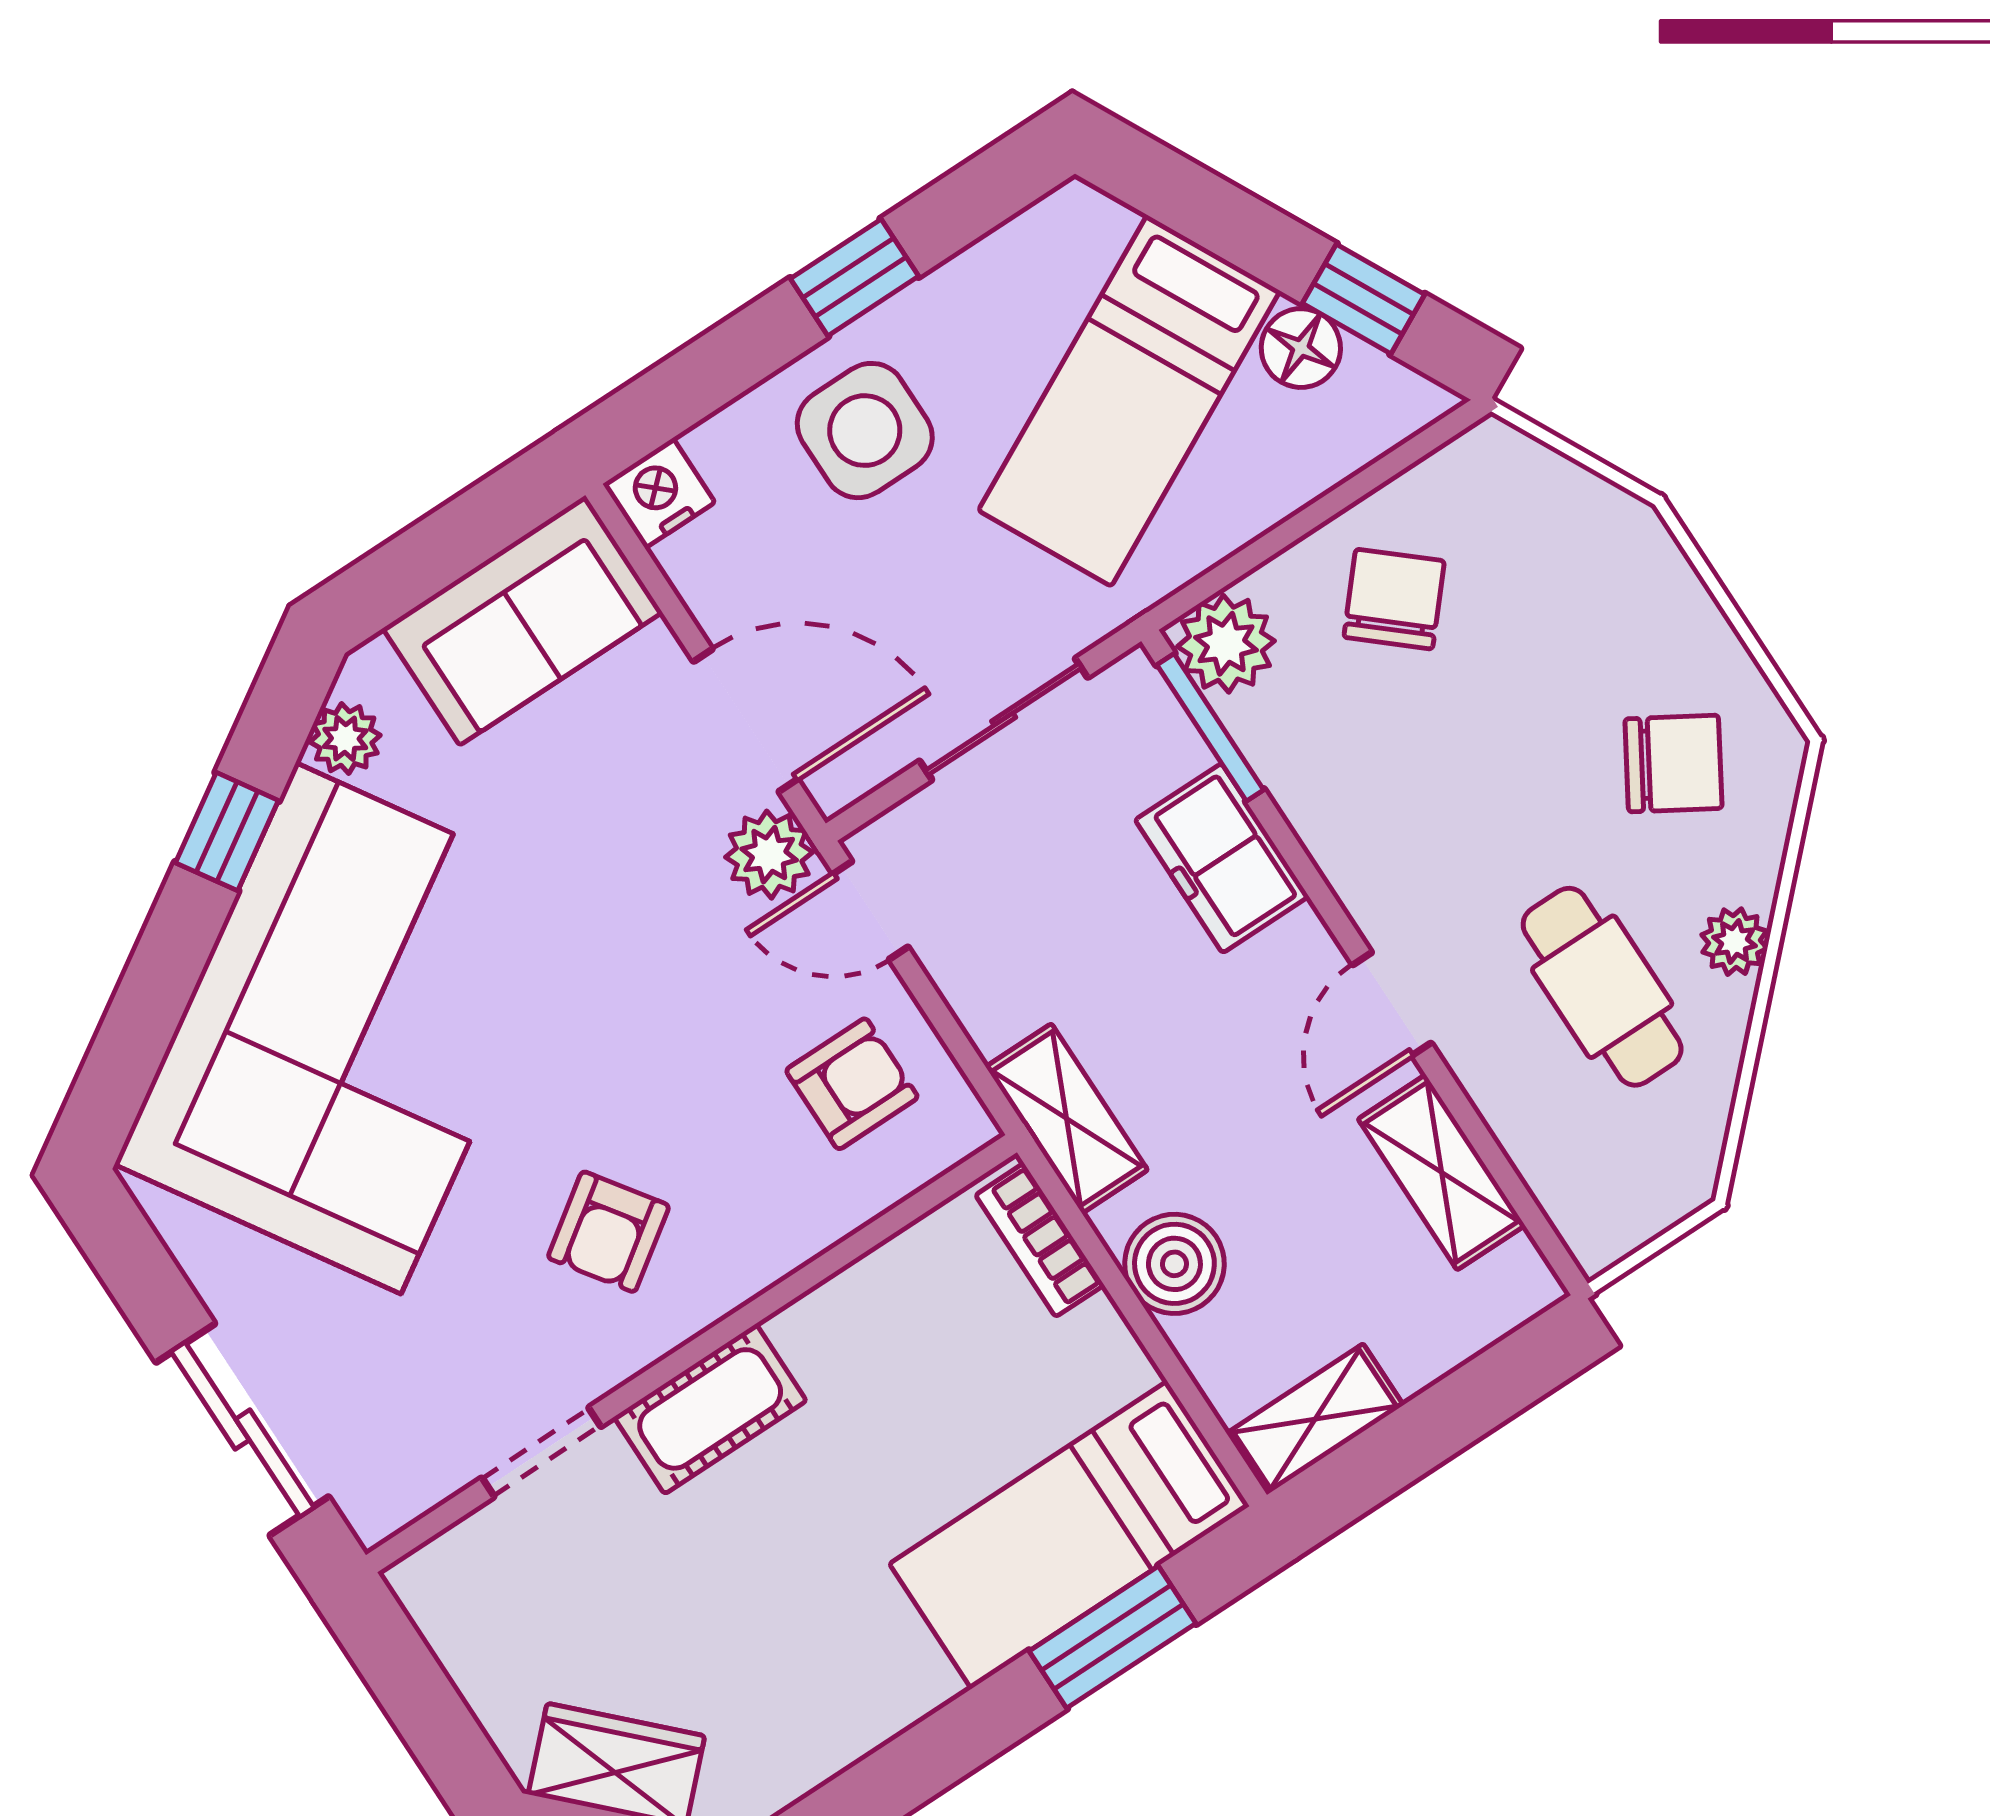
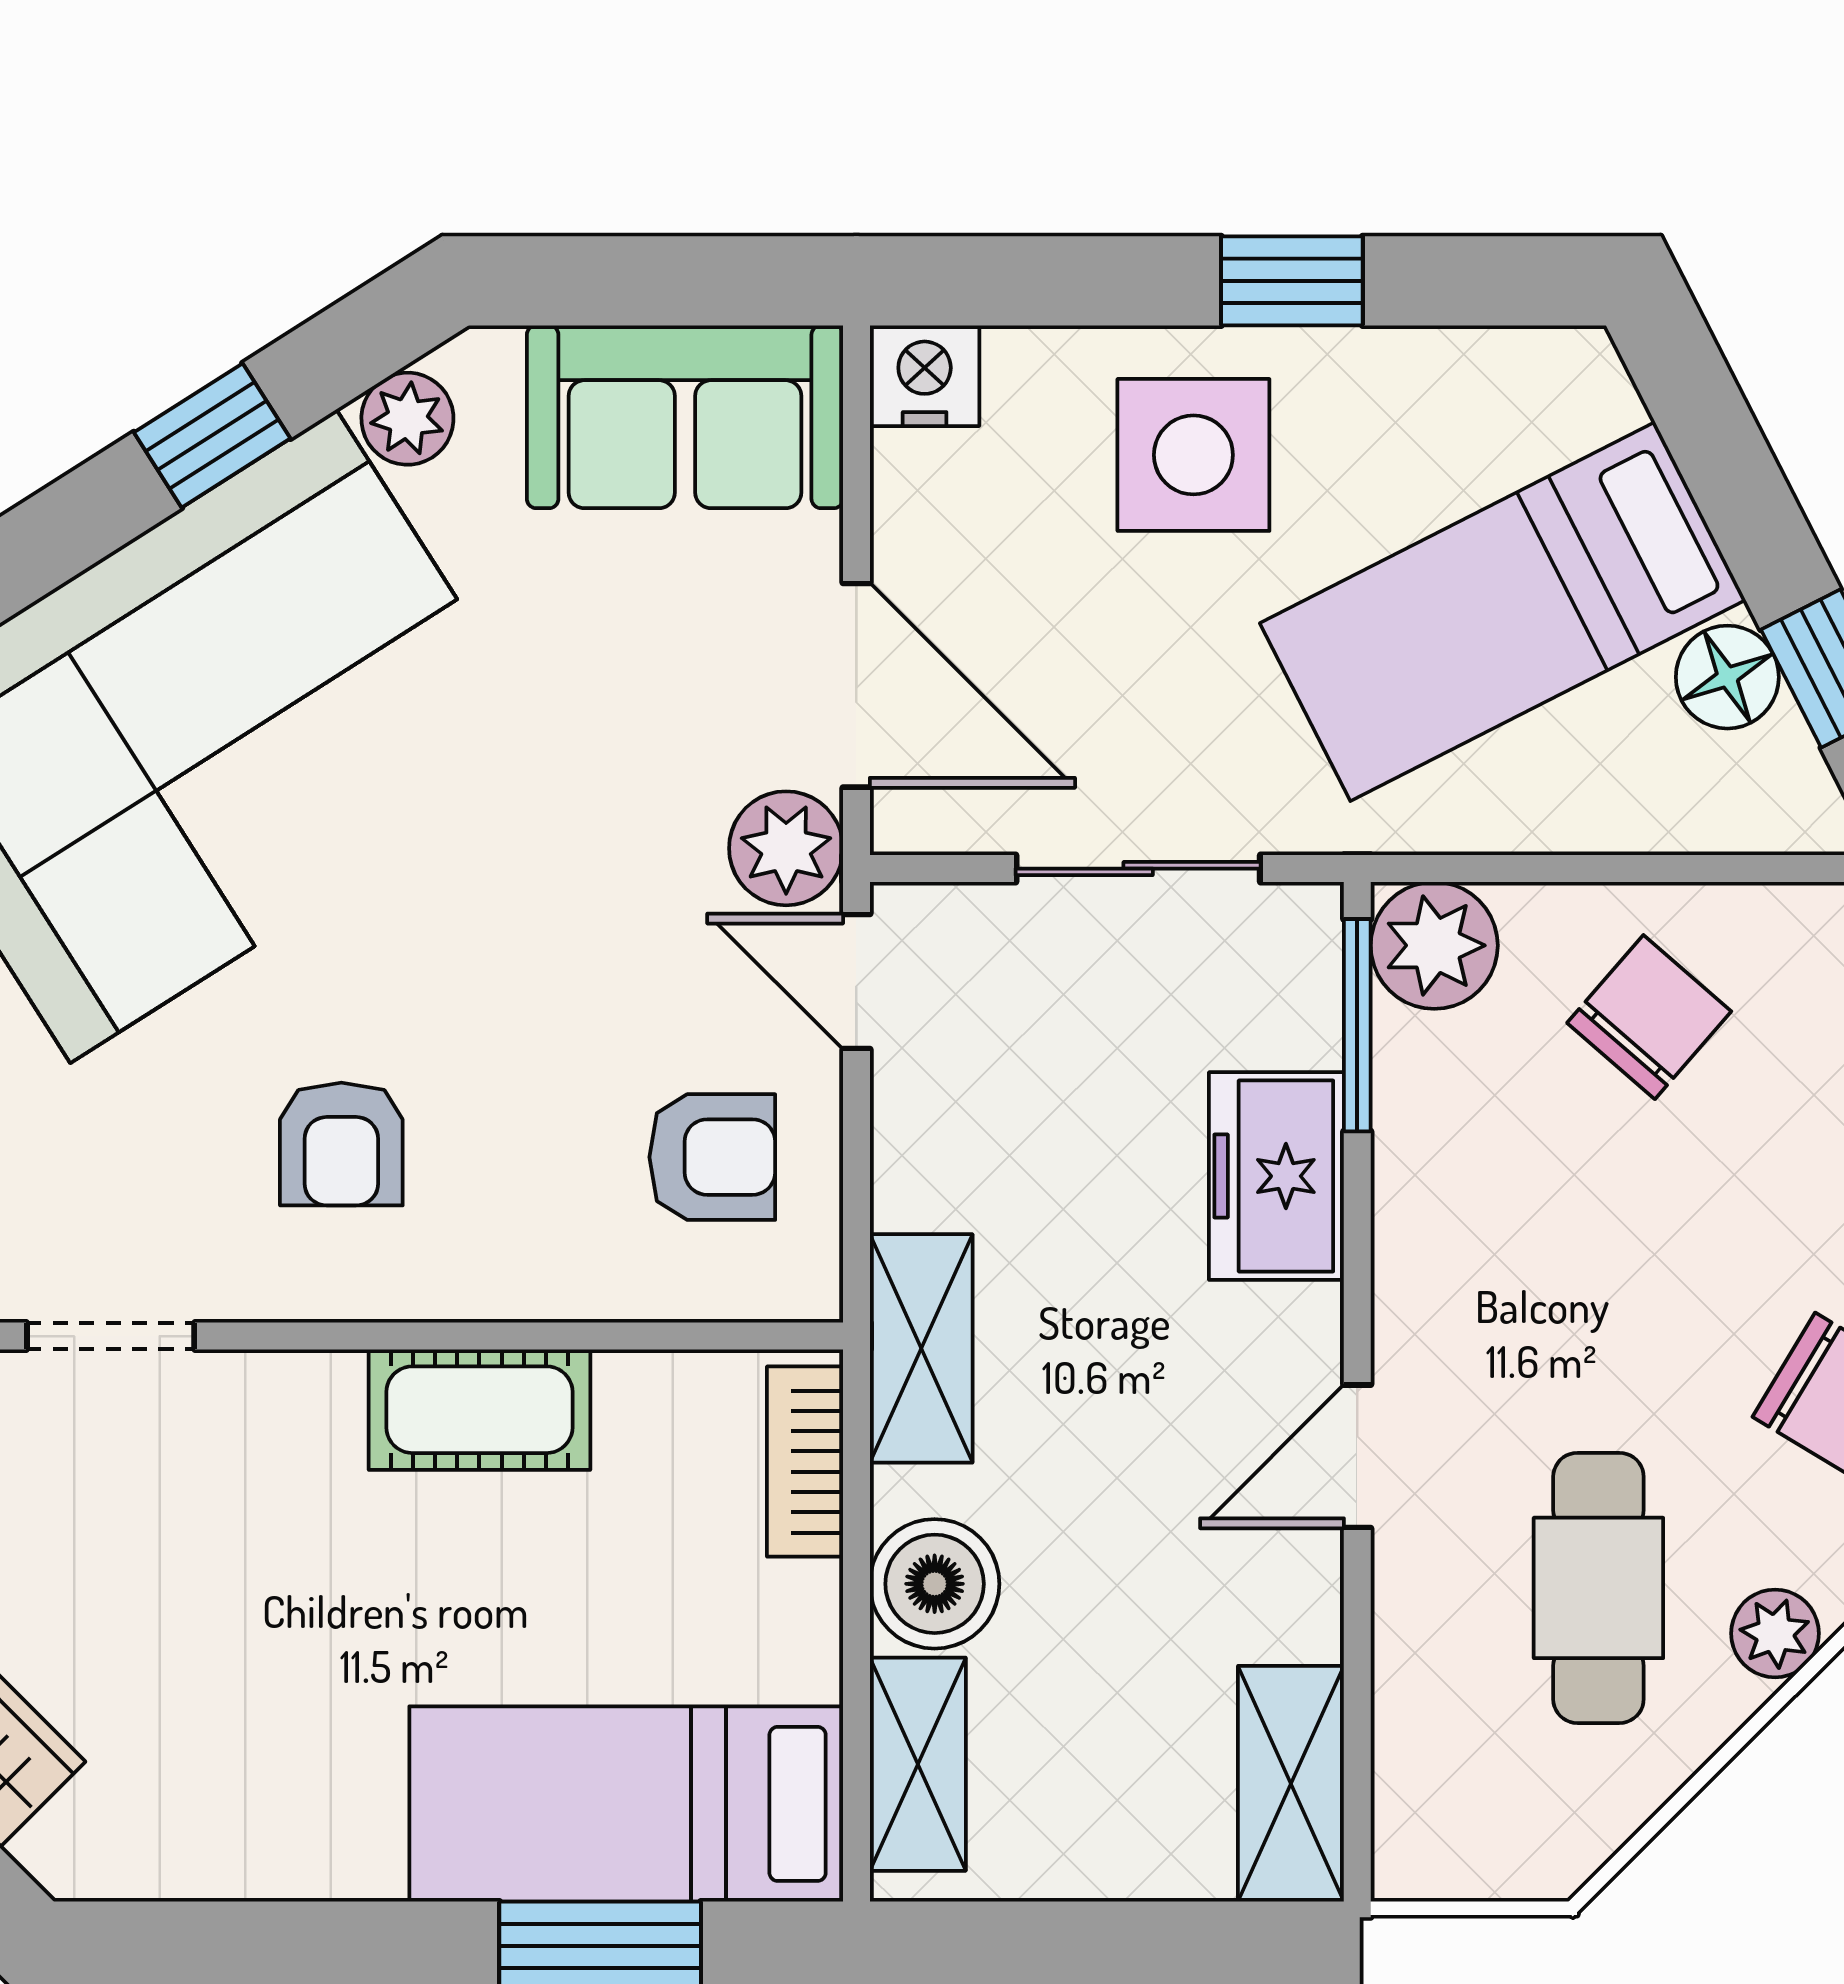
shelving: (1442, 1172) -> (1291, 1784), moved
armchair: (608, 1232) -> (341, 1144), turned -55
cot: (710, 1409) -> (479, 1410), moved
shelving: (1315, 1419) -> (918, 1764), moved, turned 90

